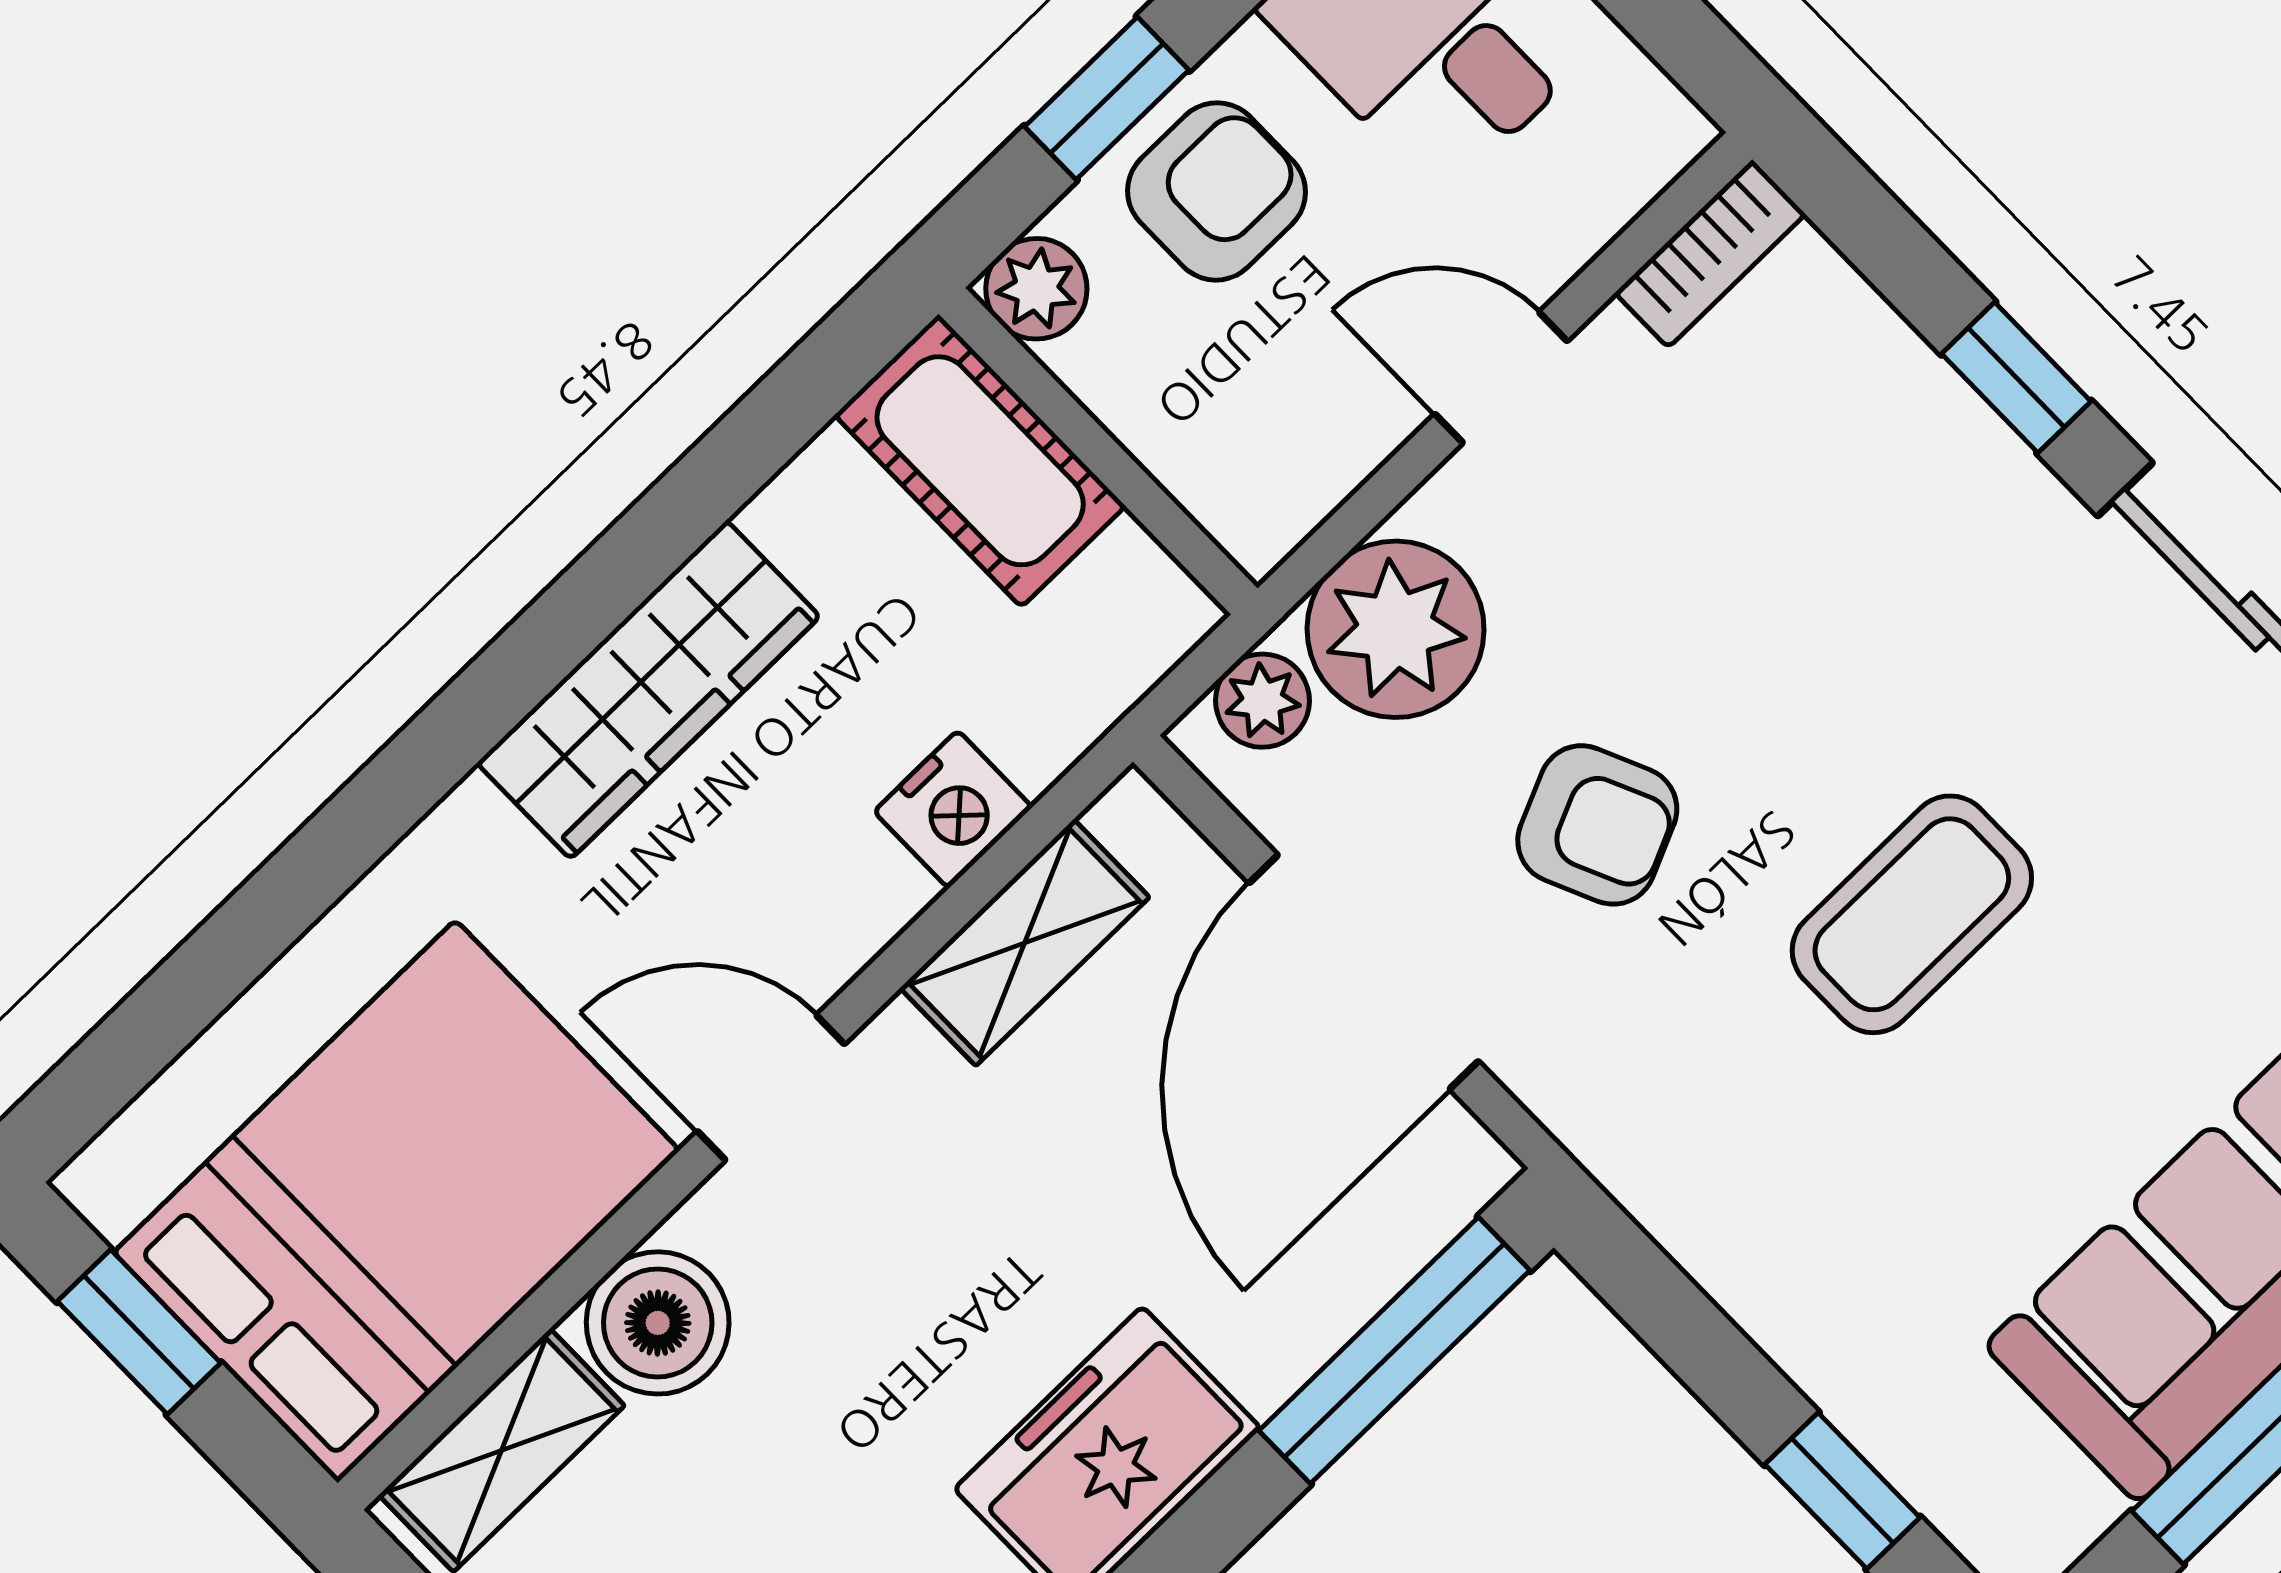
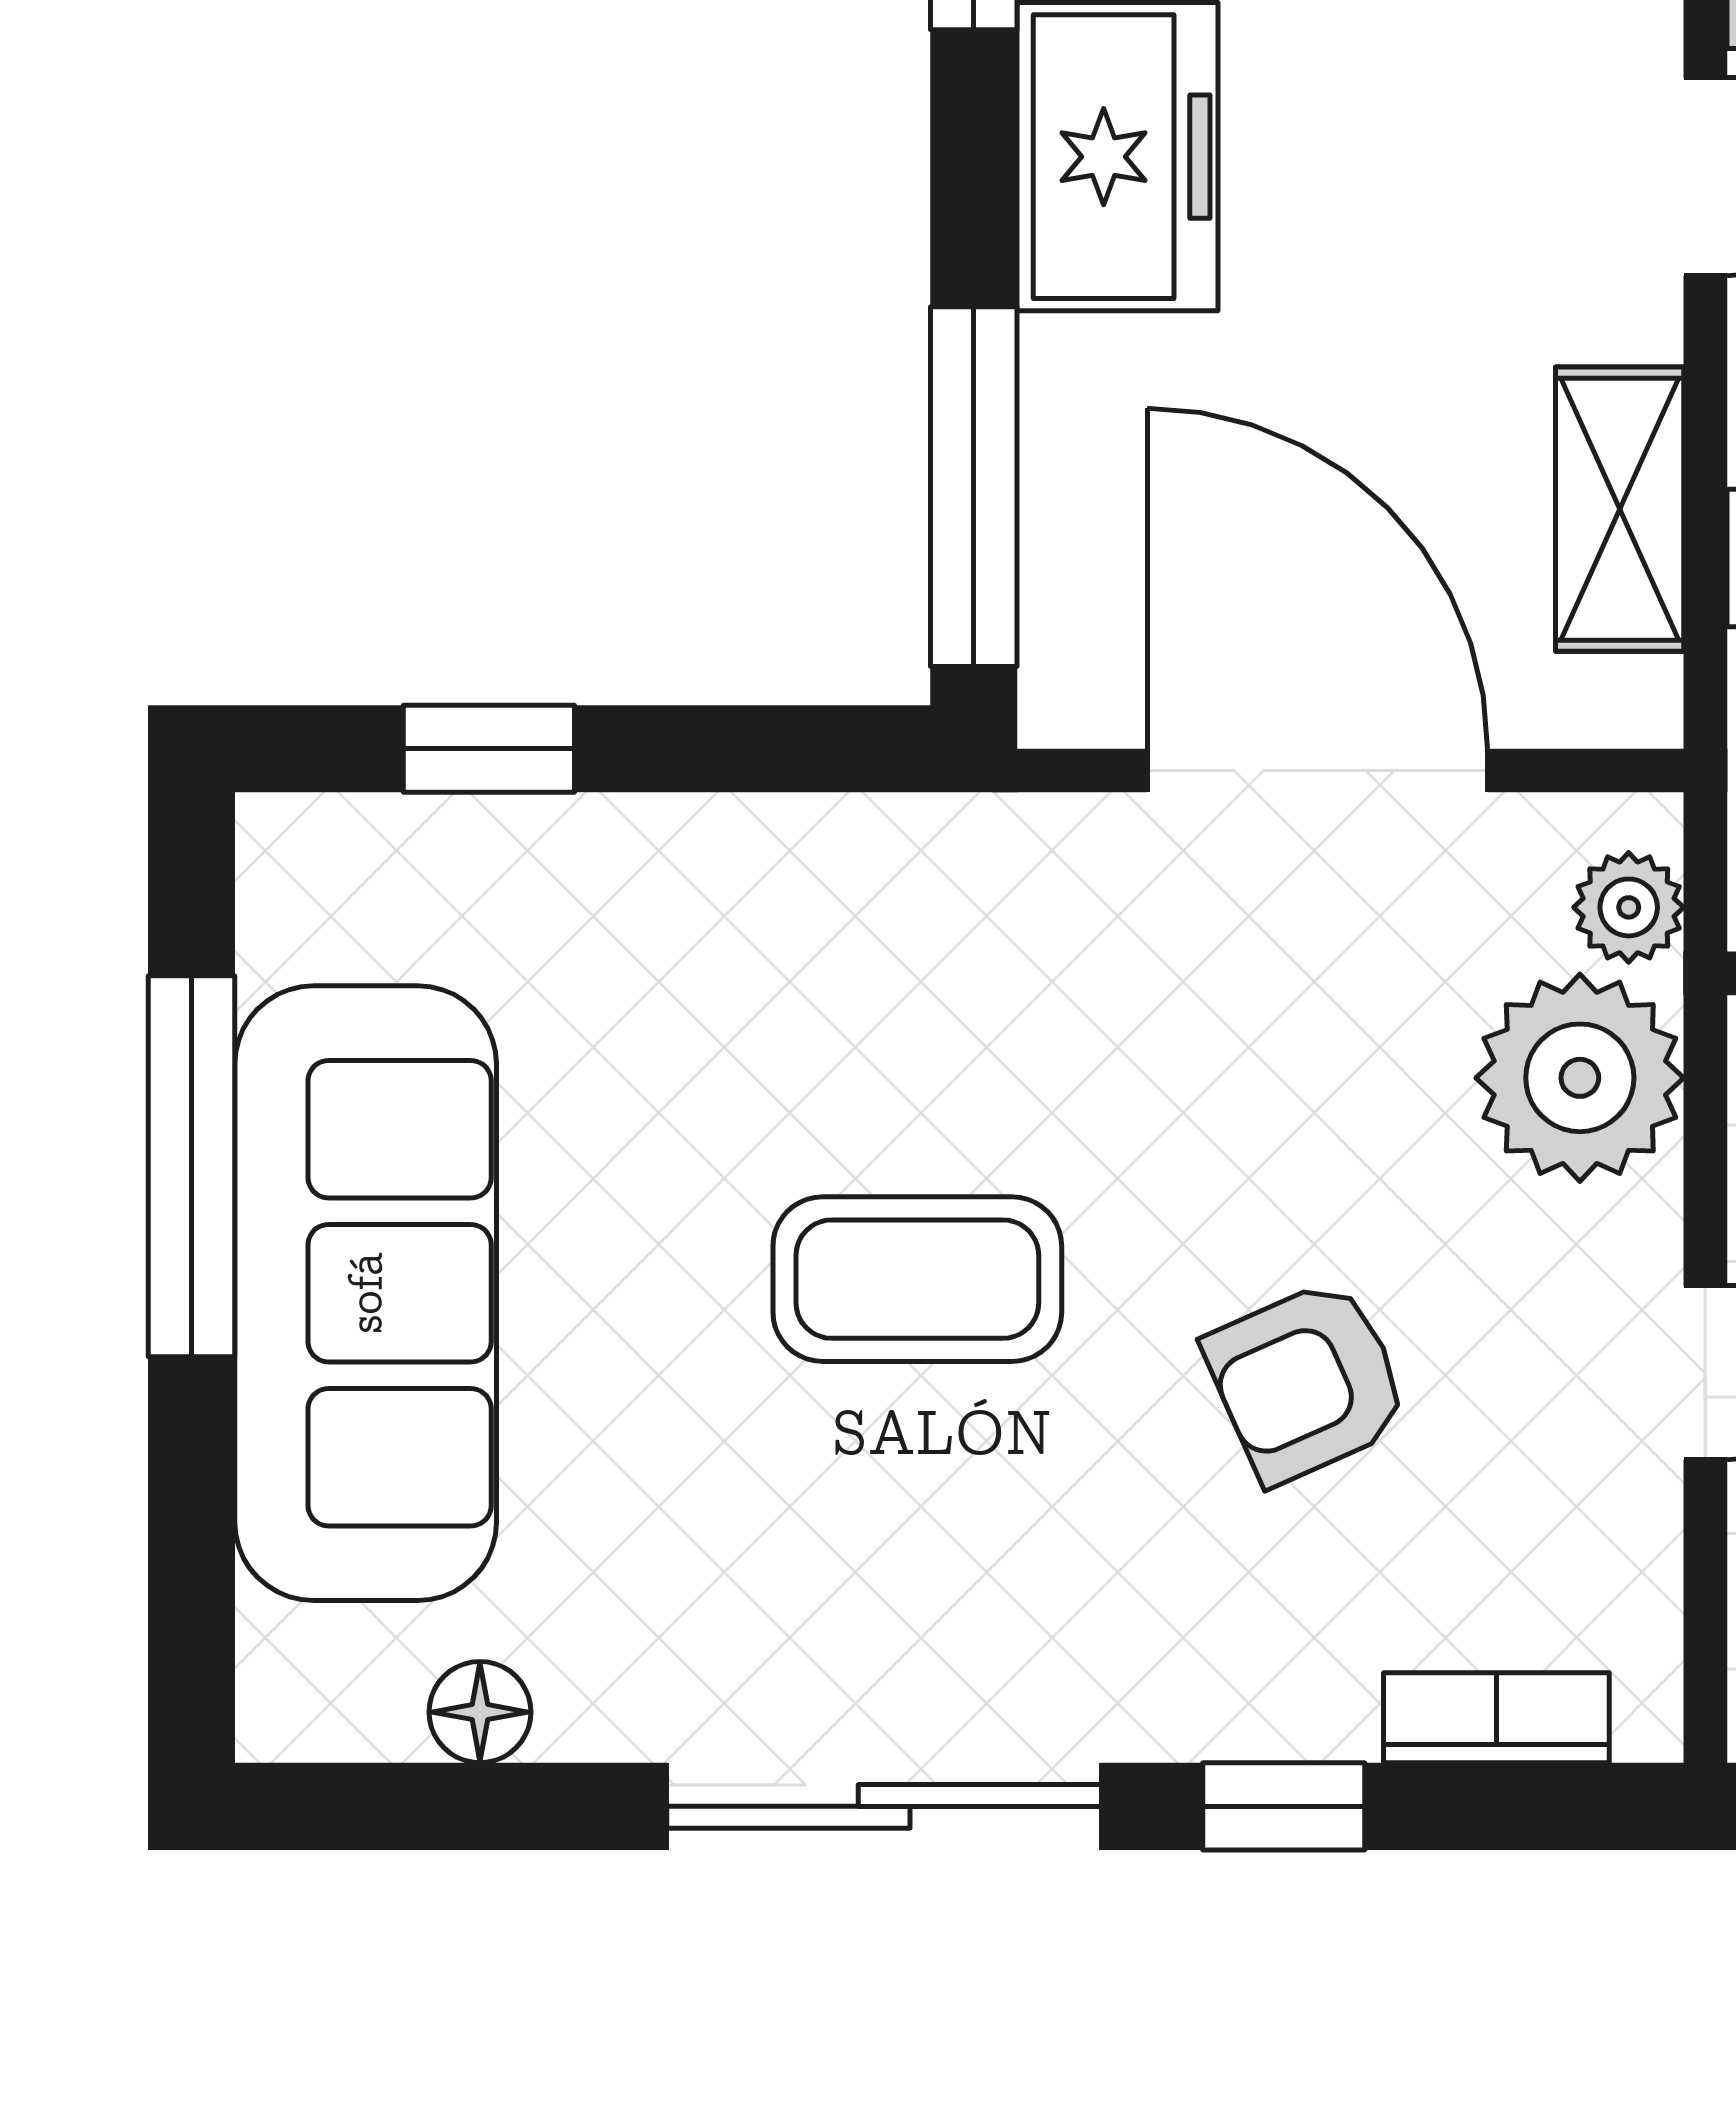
bookcase: (1710, 254) -> (1496, 1718), moved, turned 90
armchair: (1597, 825) -> (1307, 1381), moved
coffee table: (1912, 914) -> (917, 1279), turned 90

